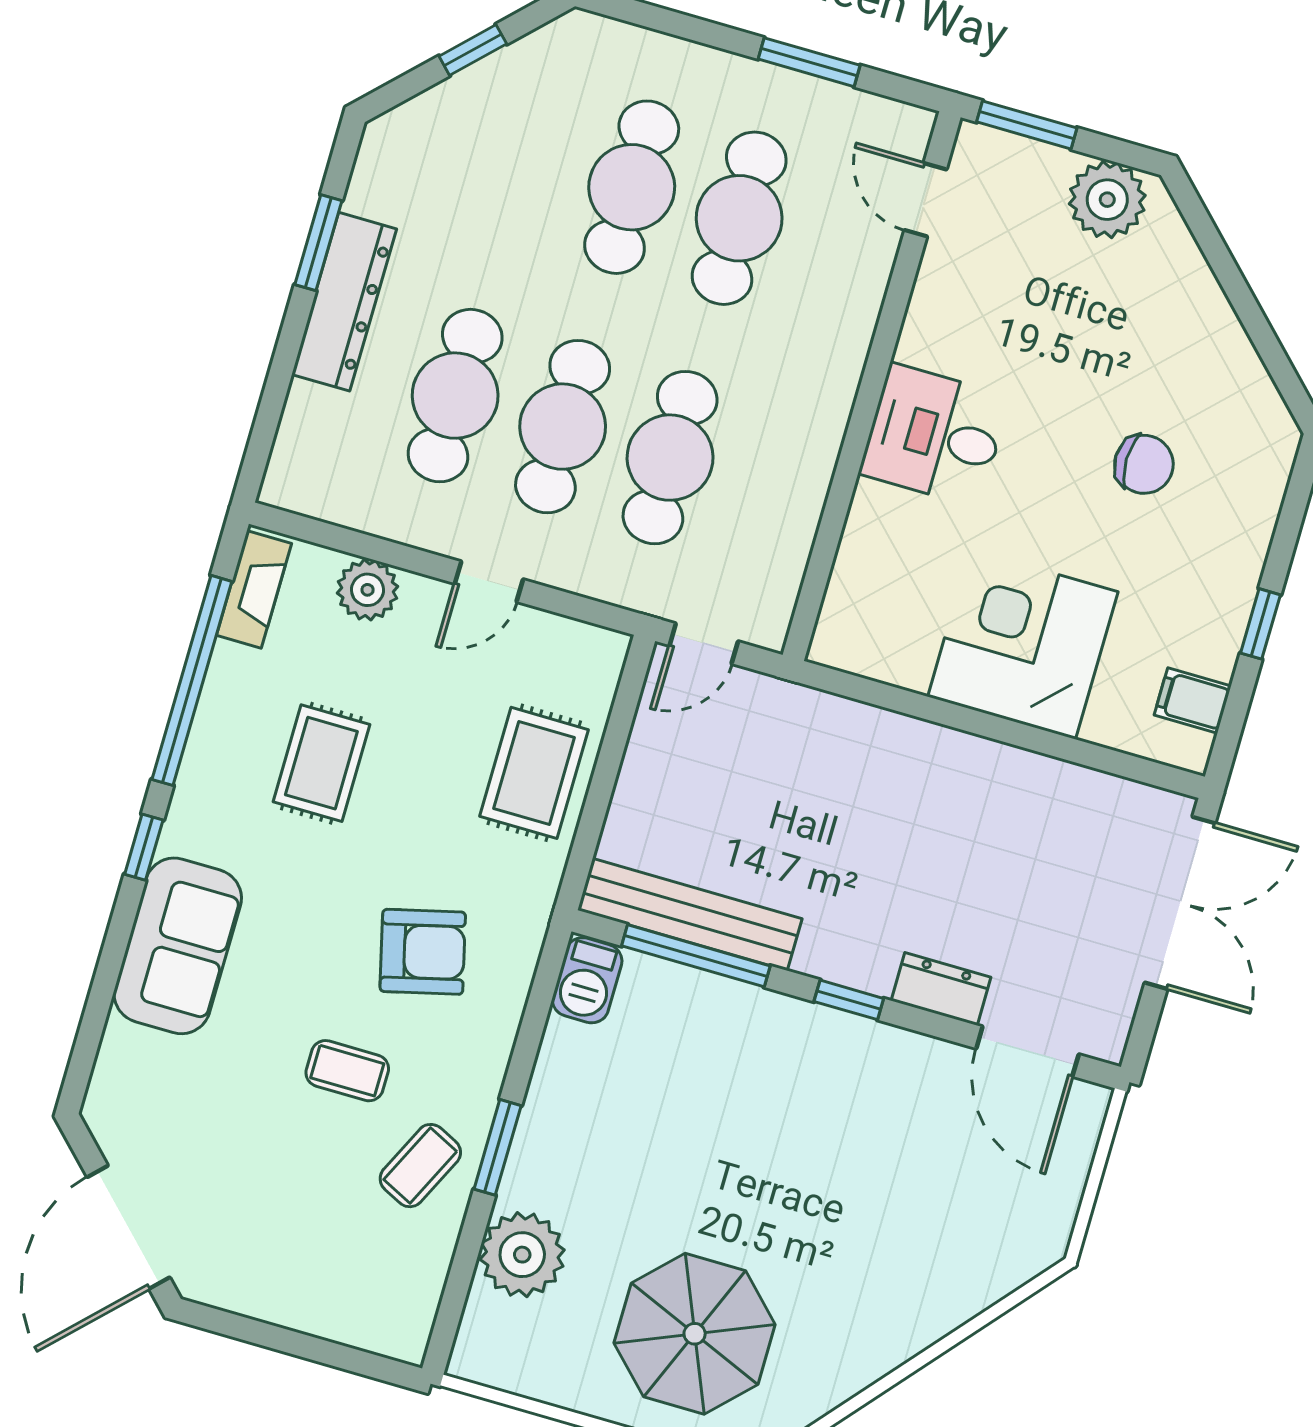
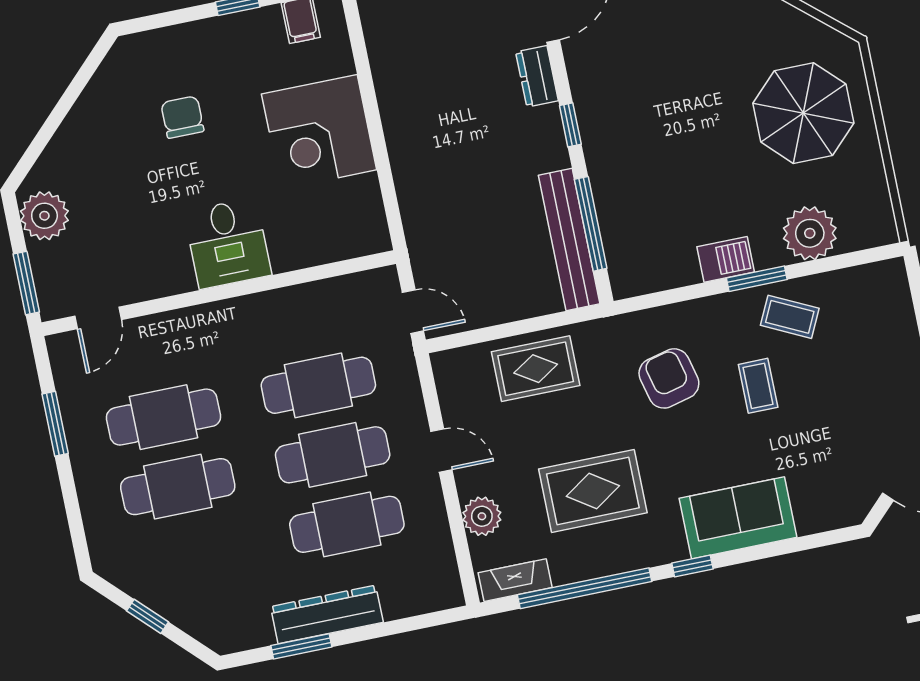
rug: (321, 763) -> (593, 491), width x1.36, depth x1.43
barbecue: (587, 980) -> (726, 259), moved

